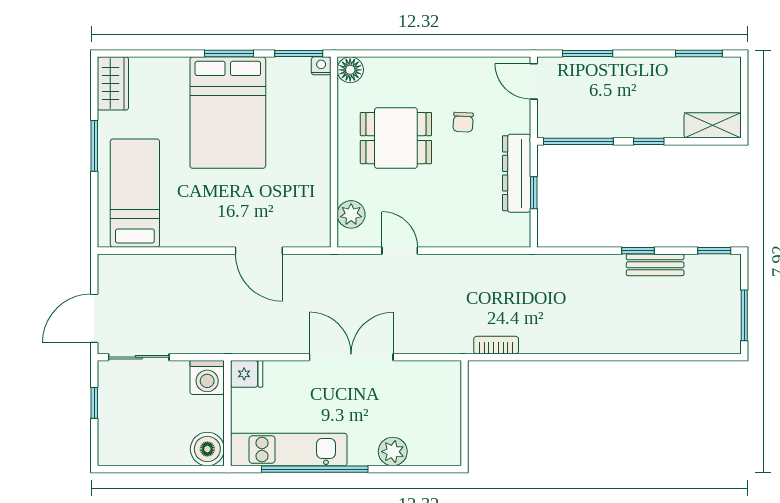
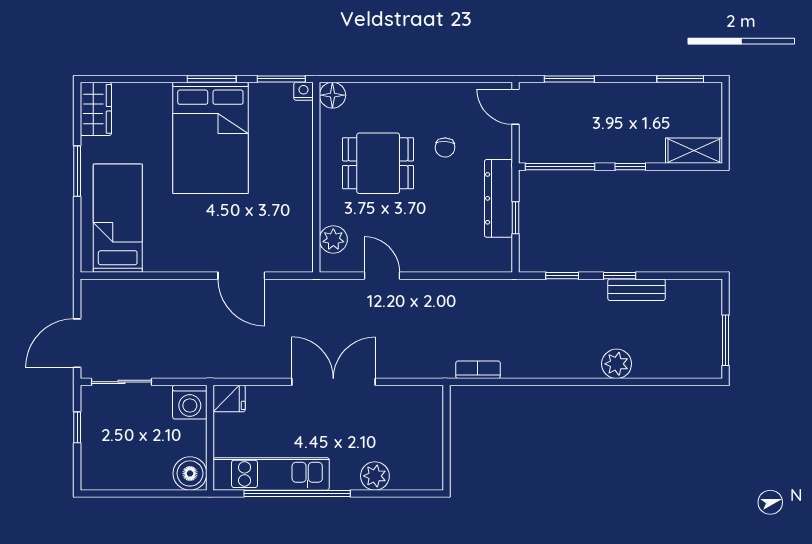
window: (714, 251) -> (562, 276), moved
plant: (635, 339) -> (617, 364), added

